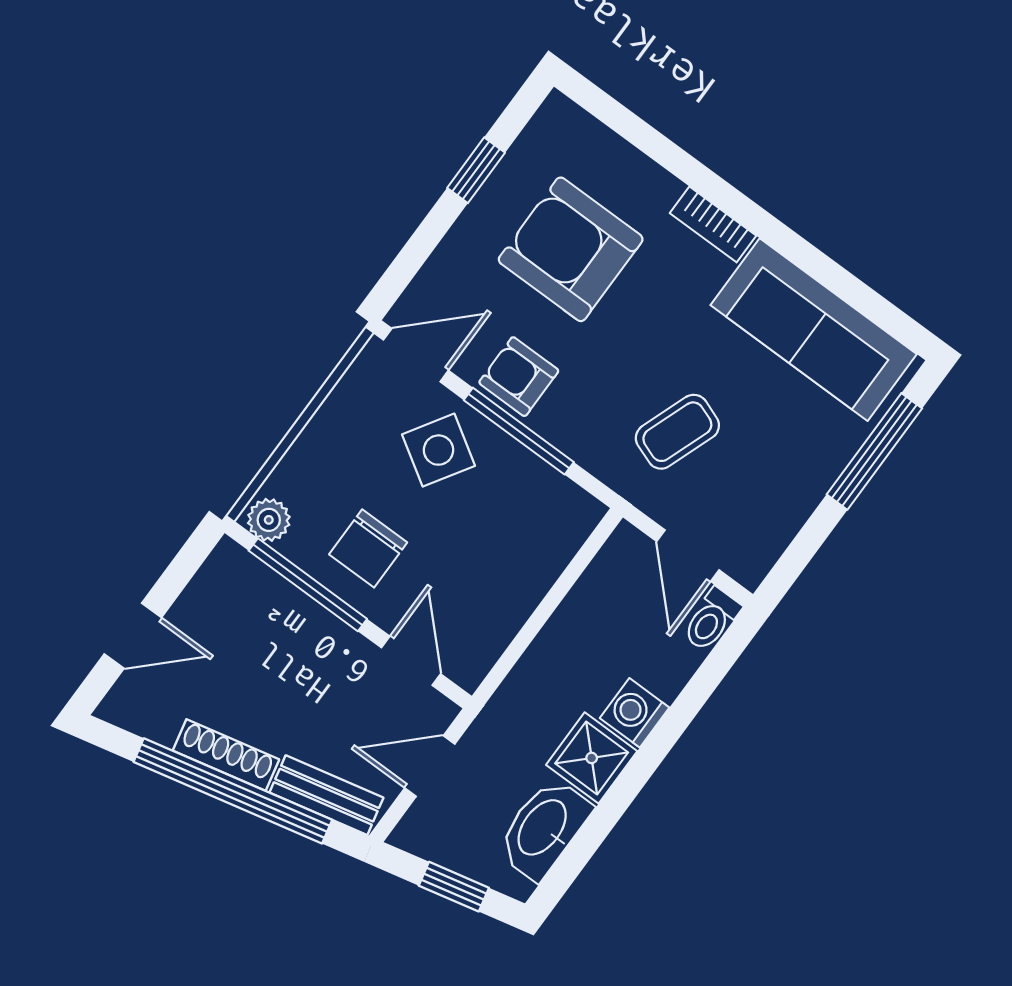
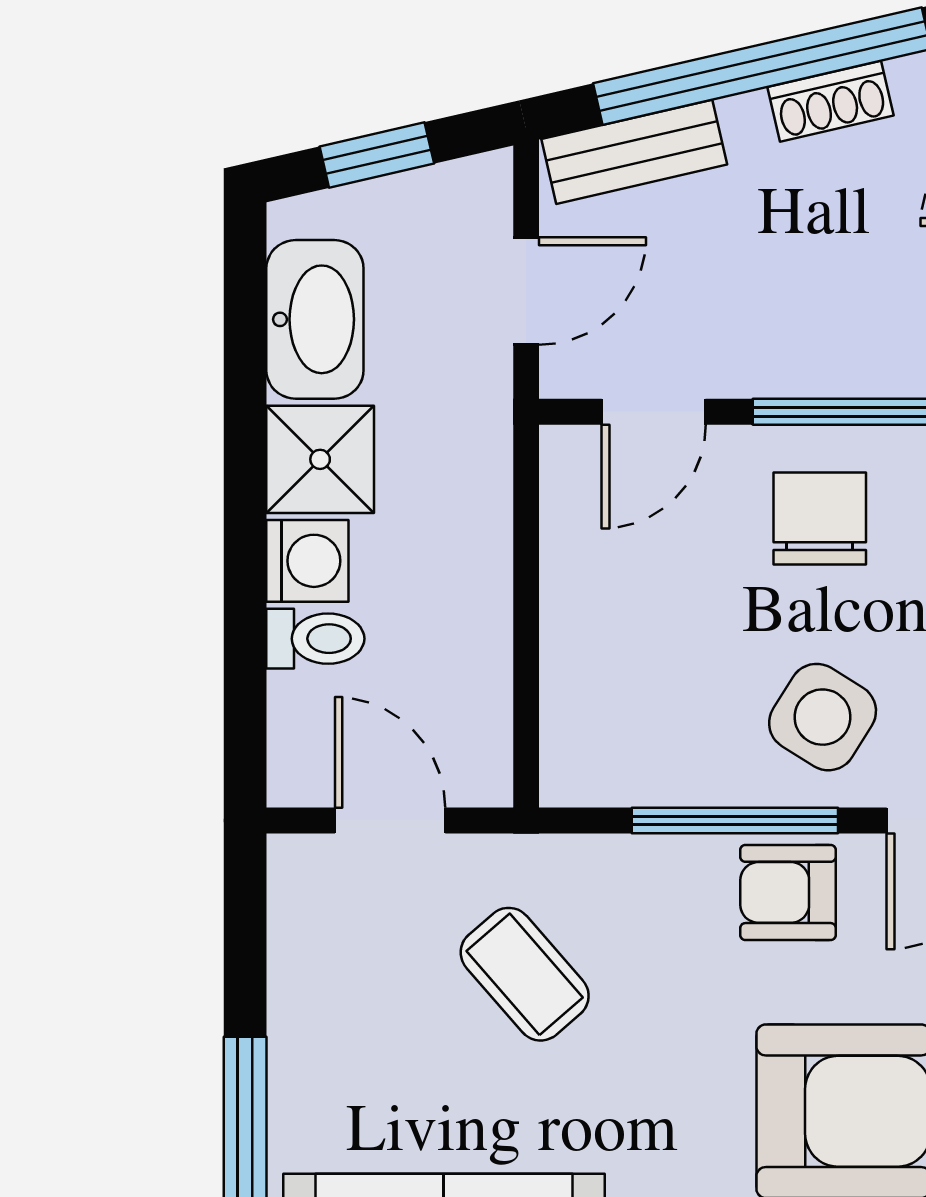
armchair: (519, 377) -> (788, 892), turned 180
coffee table: (677, 432) -> (525, 974), turned -61
toilet: (711, 620) -> (315, 639), moved, turned 90
door: (411, 661) -> (654, 412), hinge flipped
shoe rack: (226, 755) -> (831, 101), width x0.70

